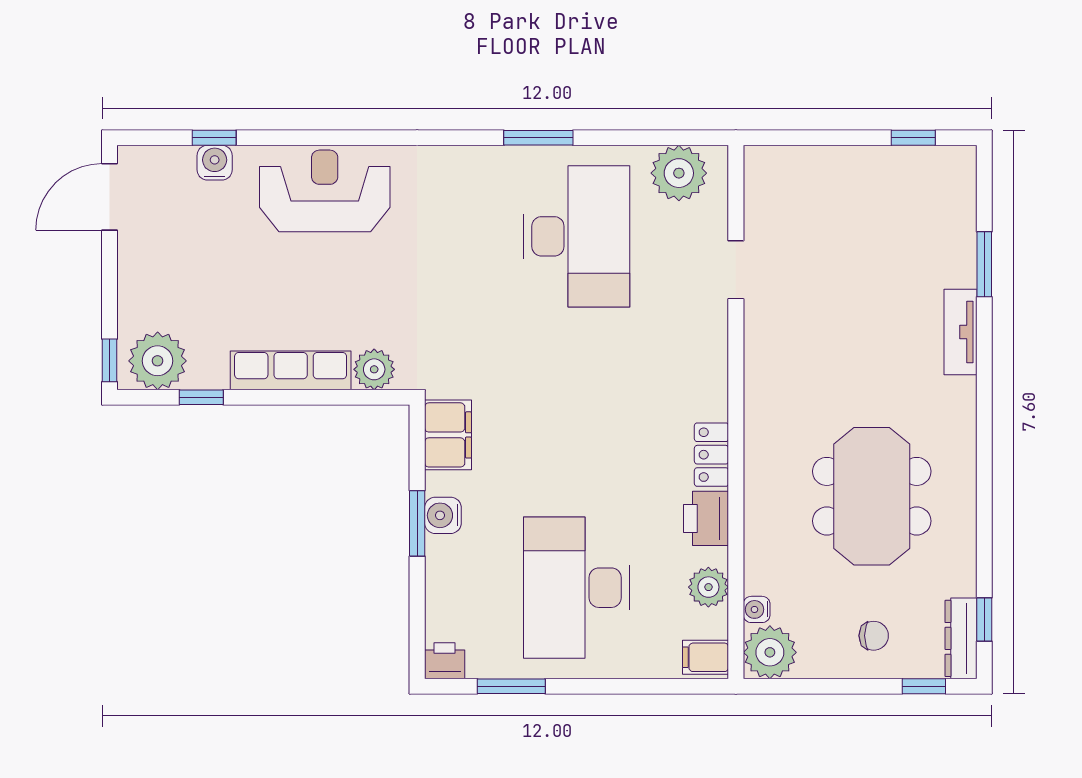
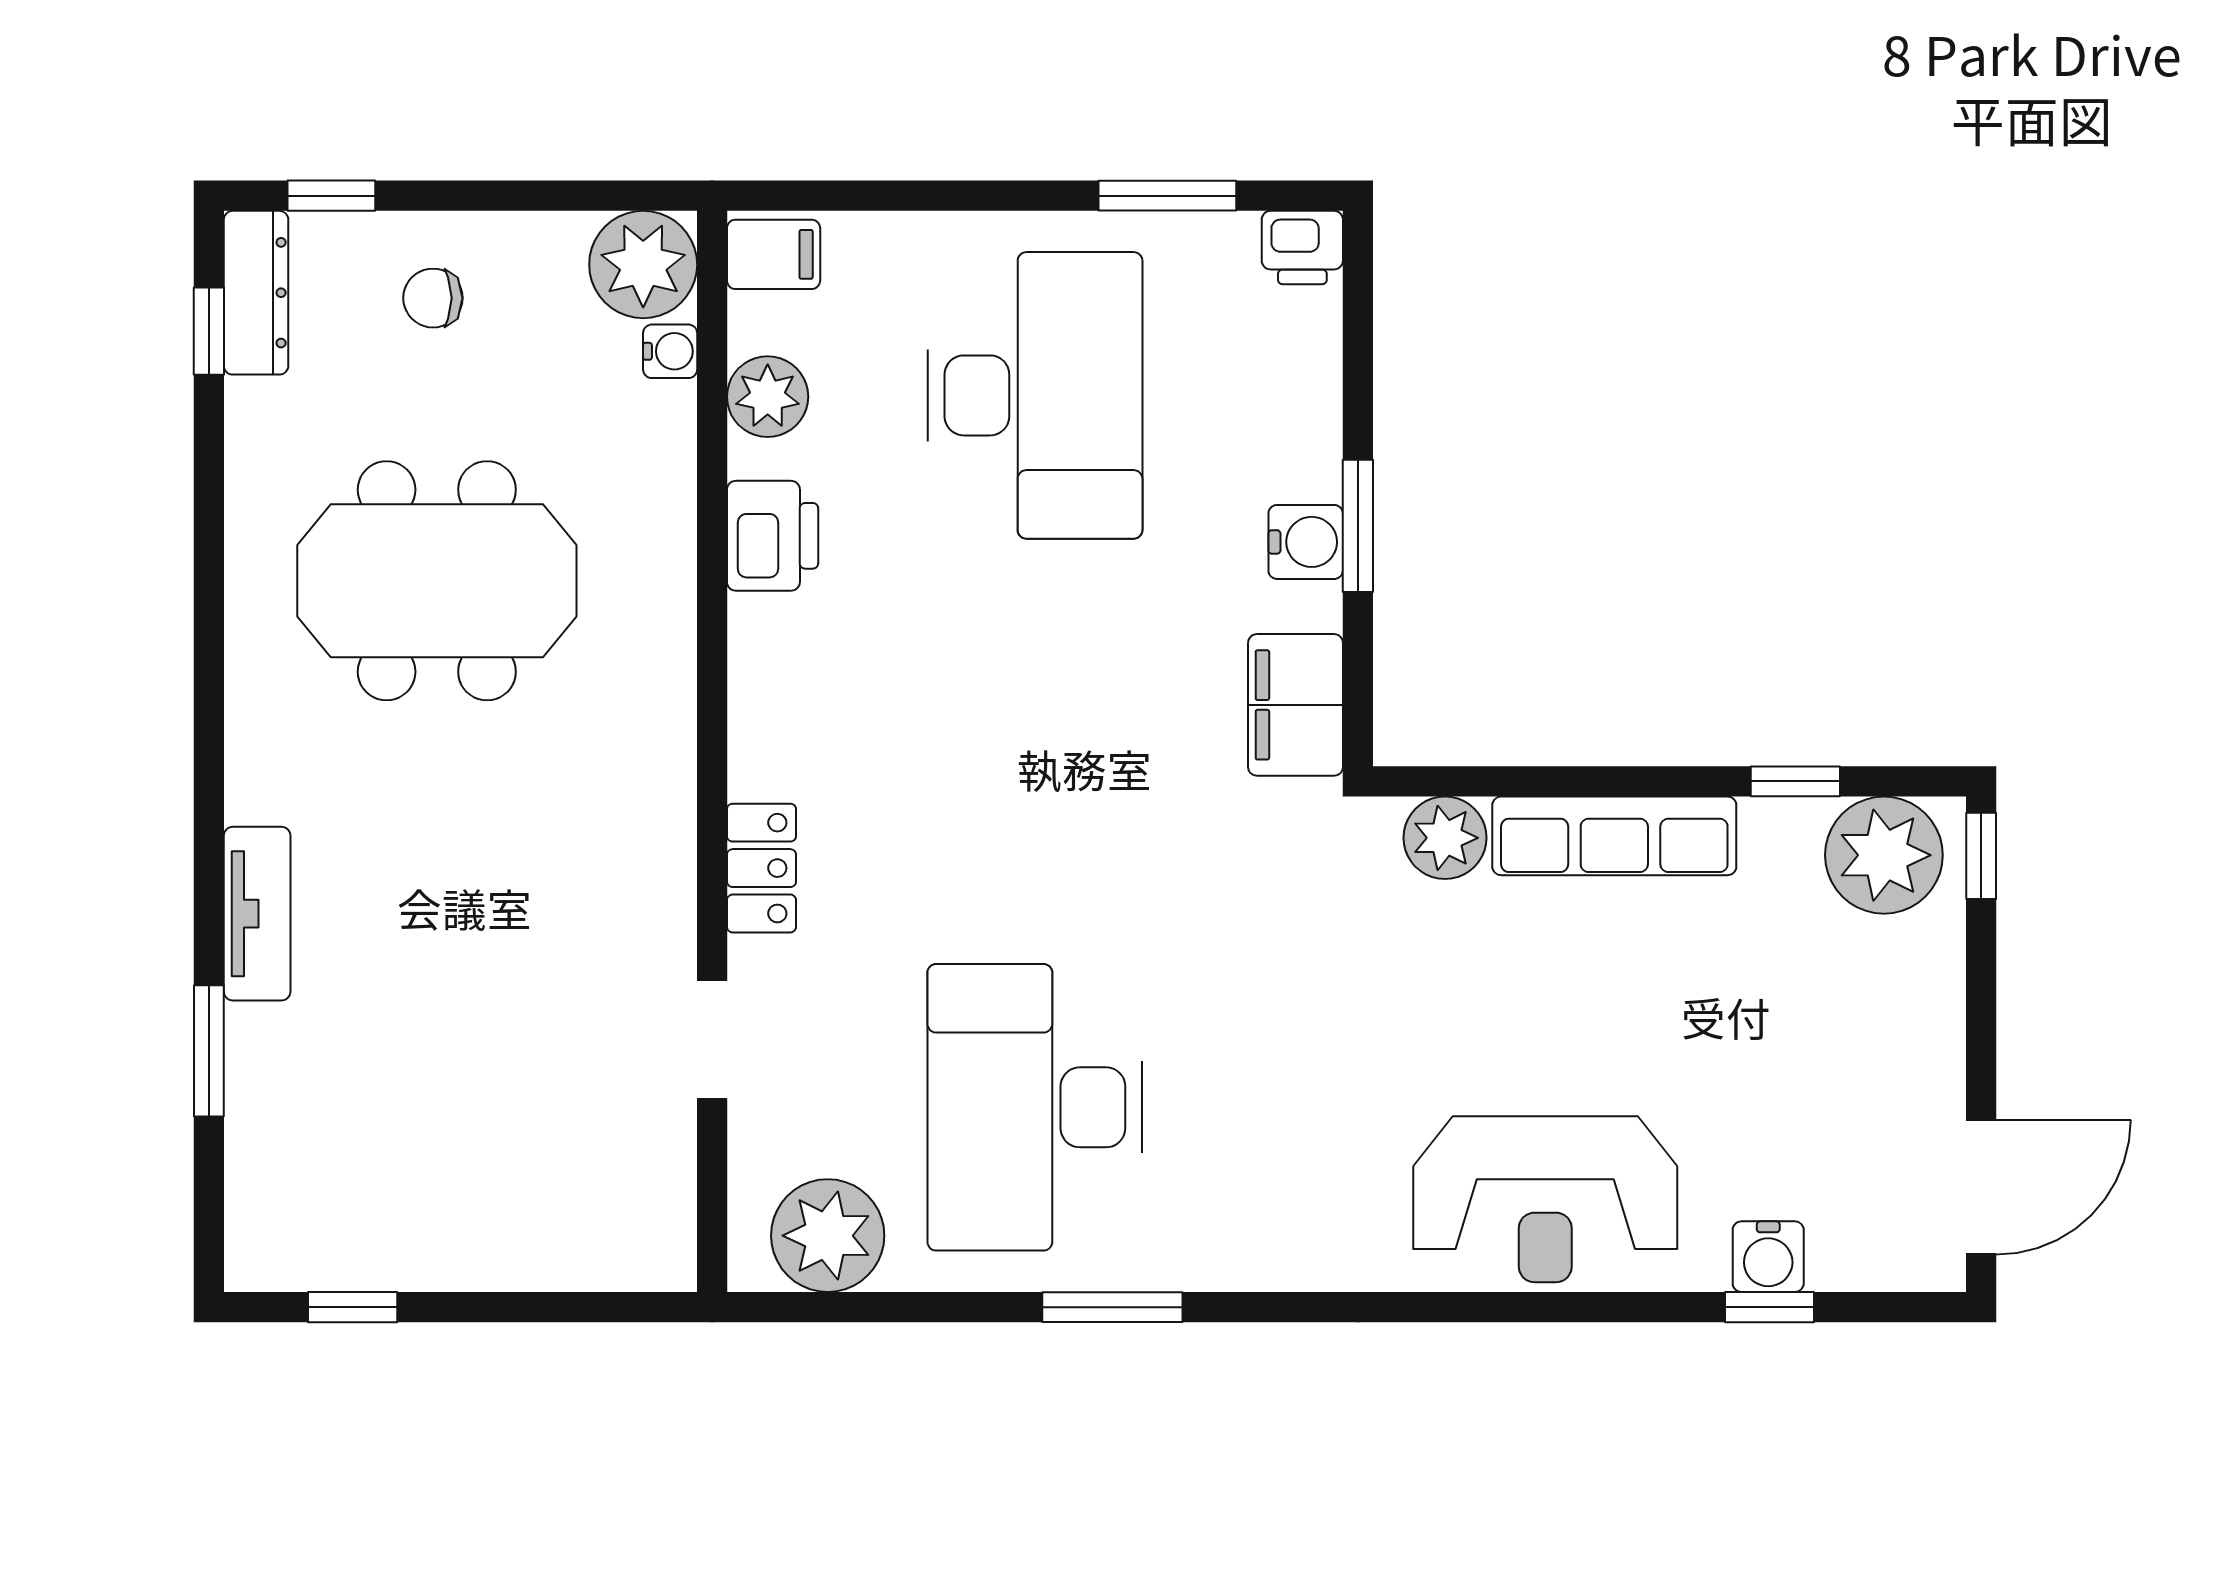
locker: (711, 455) -> (761, 868), moved
meeting table: (872, 496) -> (437, 581), turned 90

